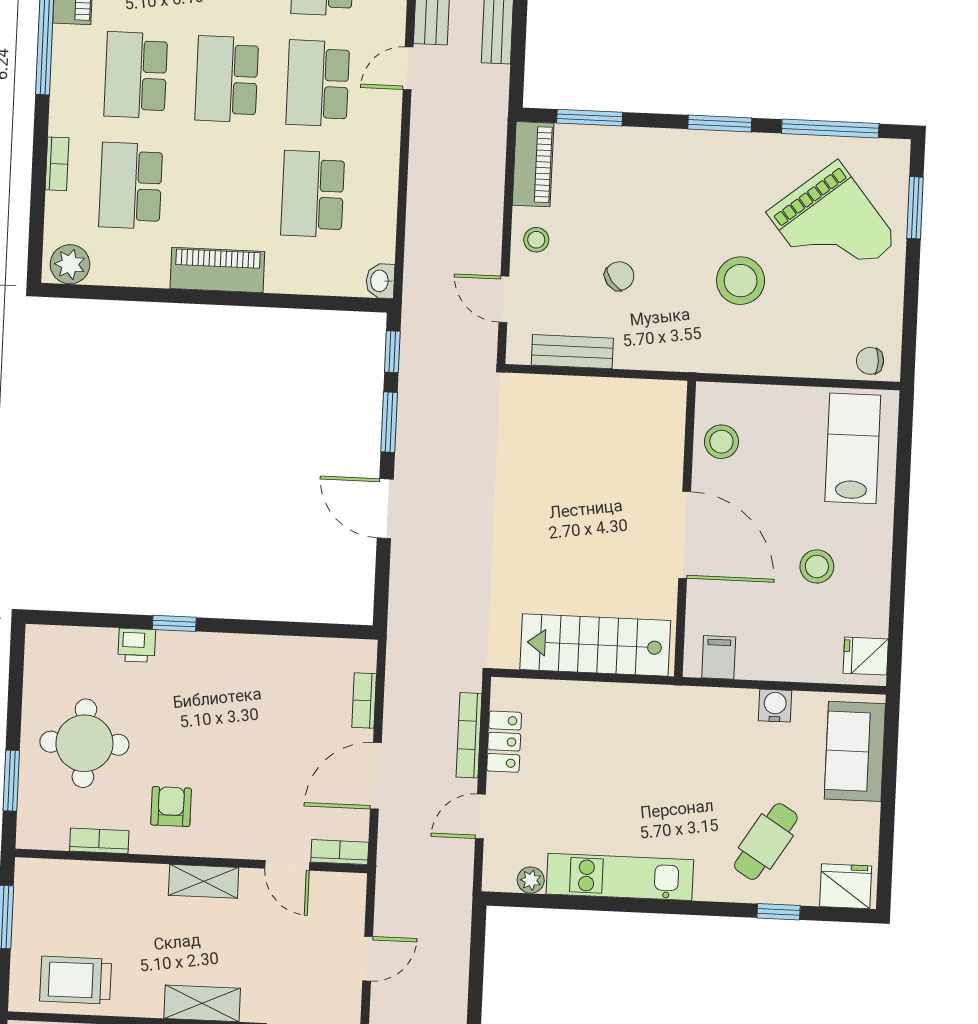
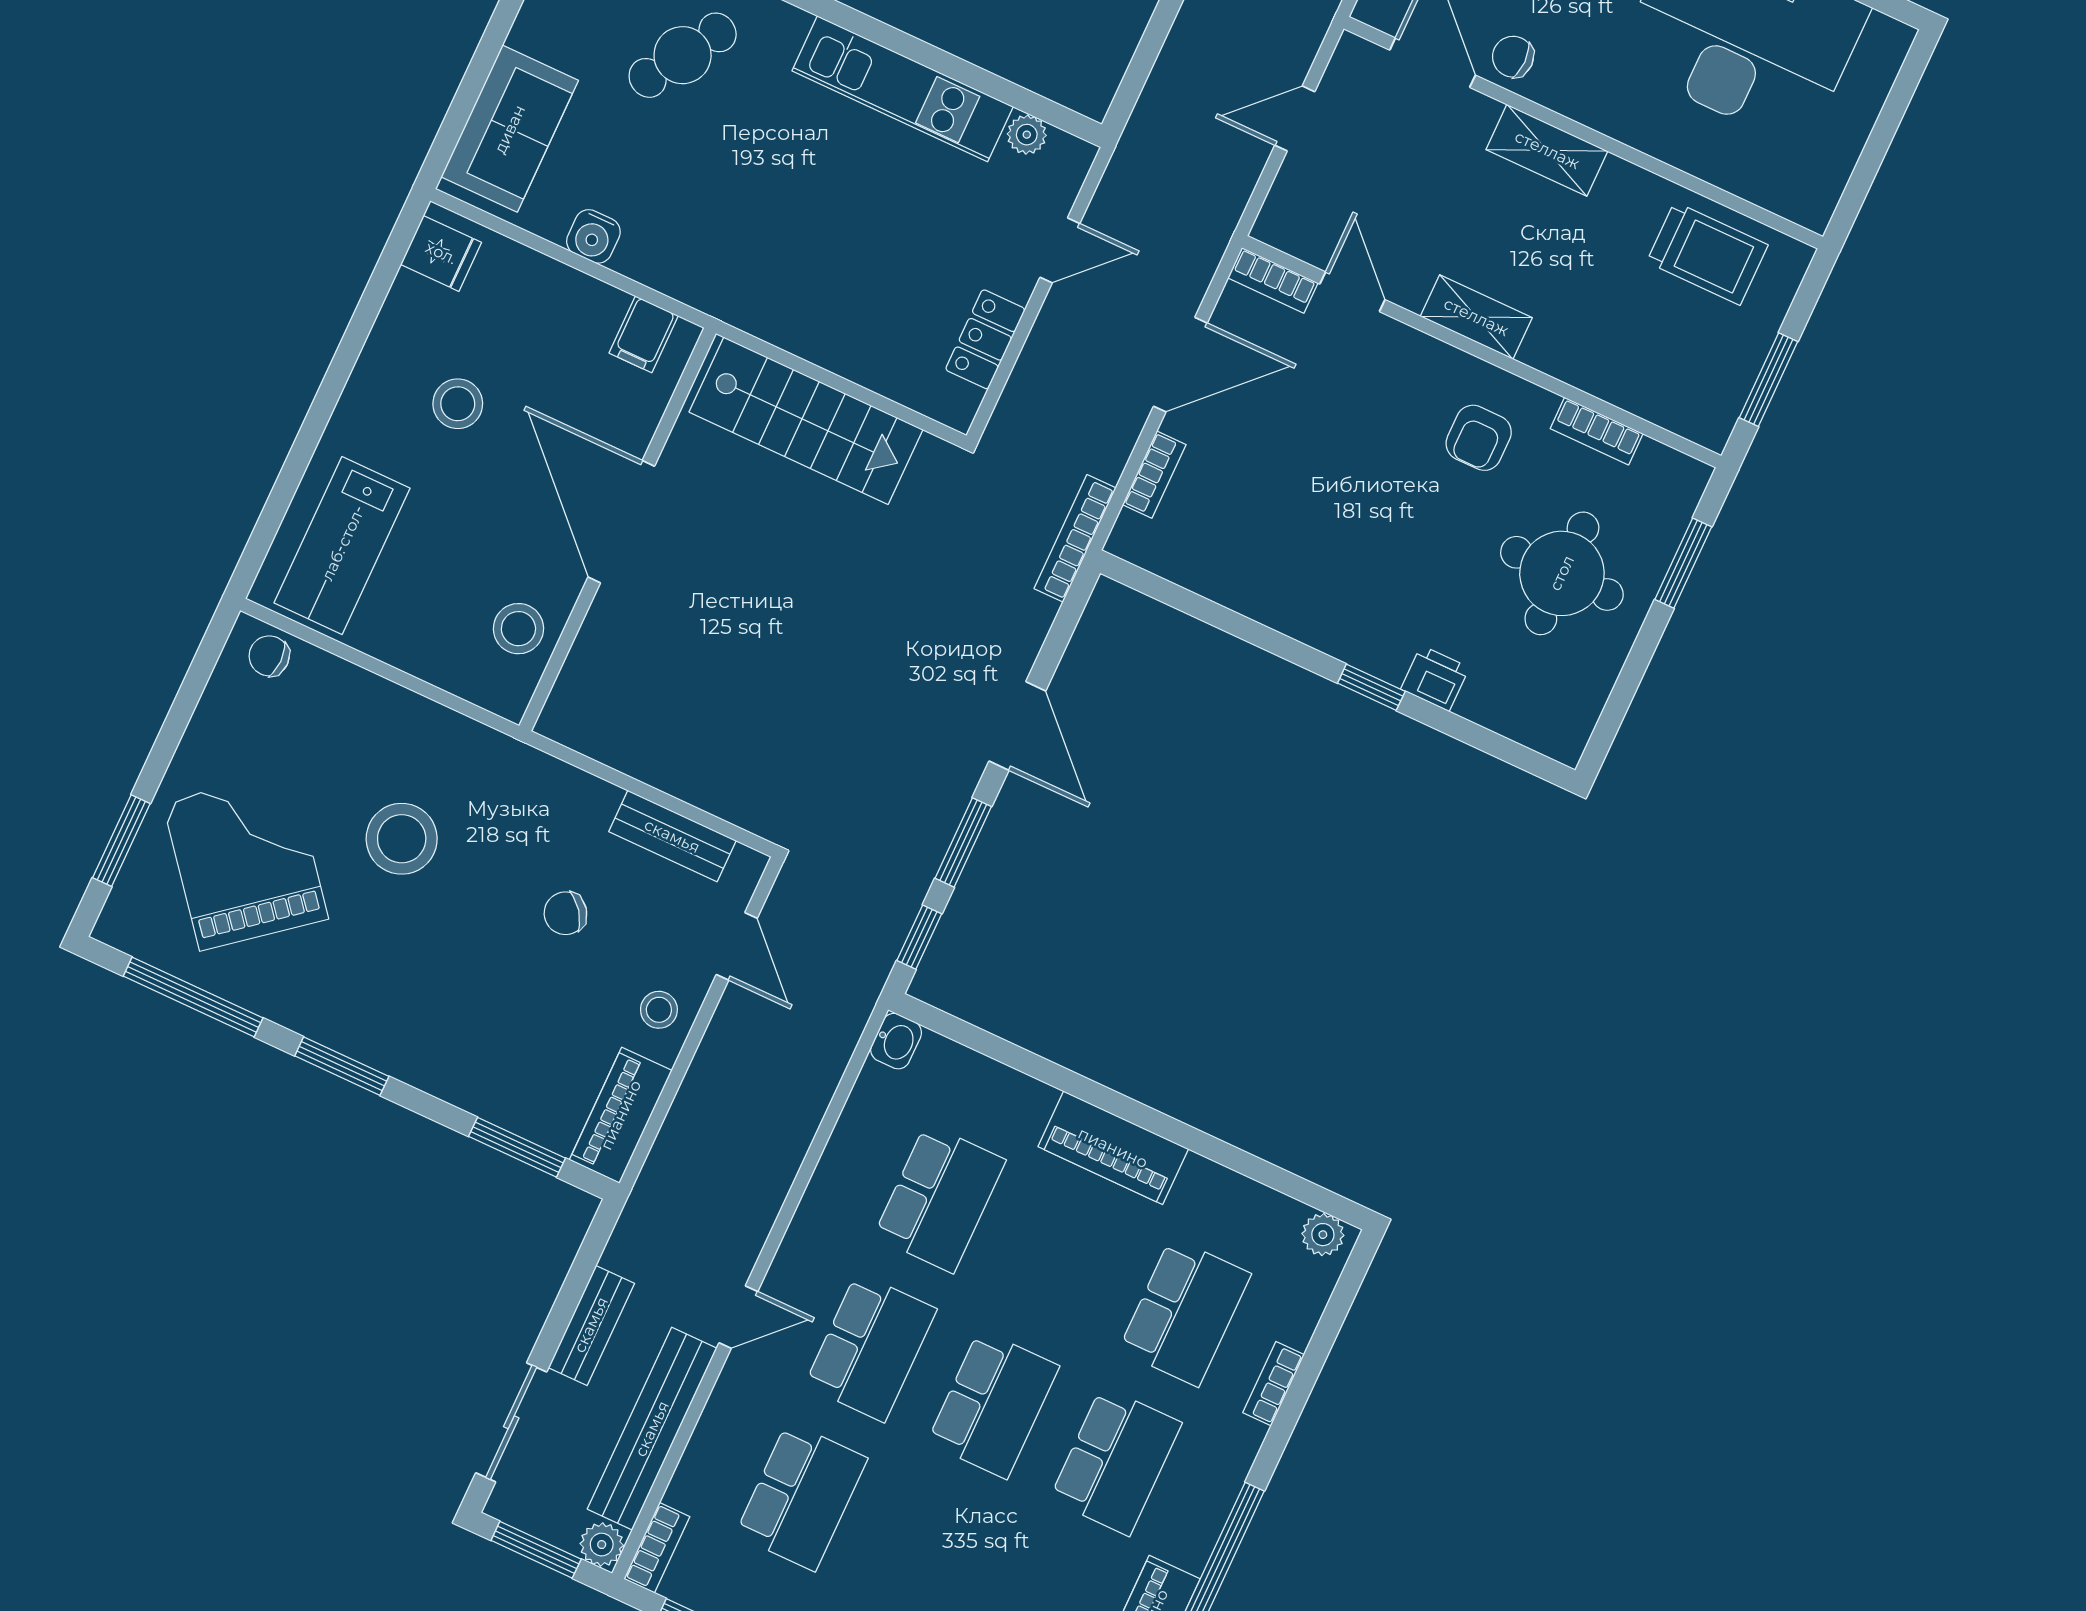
plant: (70, 264) -> (1323, 1235), width x0.73, depth x0.73
chair: (870, 361) -> (269, 656), turned 180
bookcase: (469, 735) -> (1075, 538), moved, turned 180

